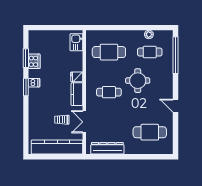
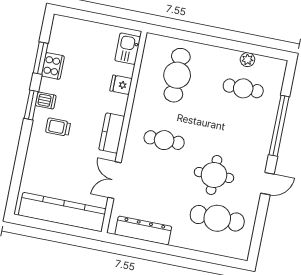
cafe table: (109, 52) -> (177, 75), turned 90
window: (175, 55) -> (279, 126), moved
fridge: (77, 77) -> (121, 85), moved
round table: (138, 81) -> (214, 175), moved
door: (175, 106) -> (267, 184), swing flipped
trolley: (62, 120) -> (58, 127), moved

